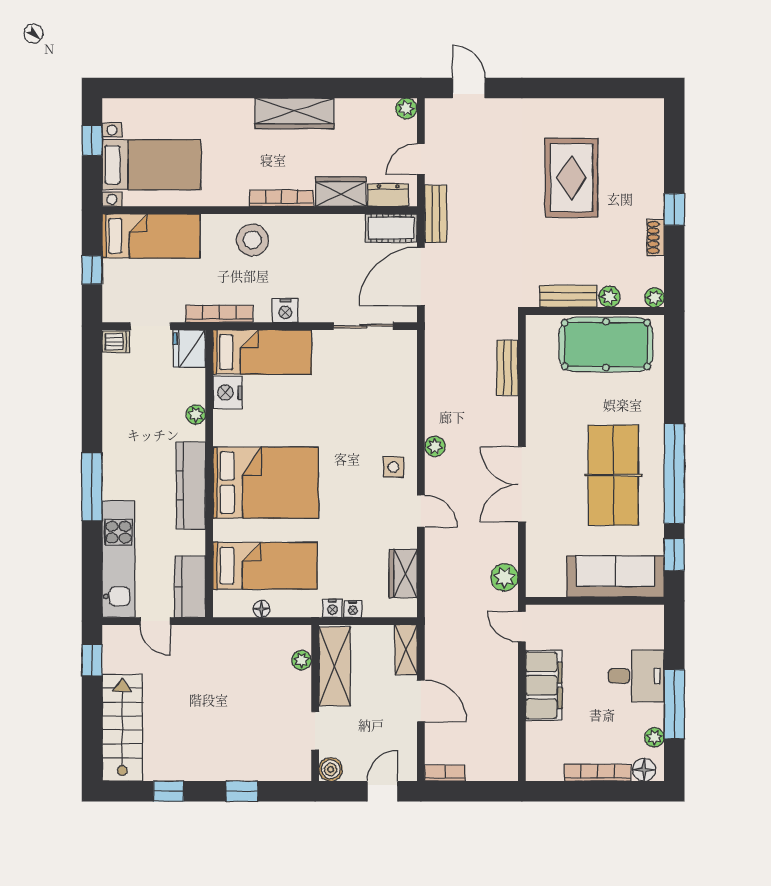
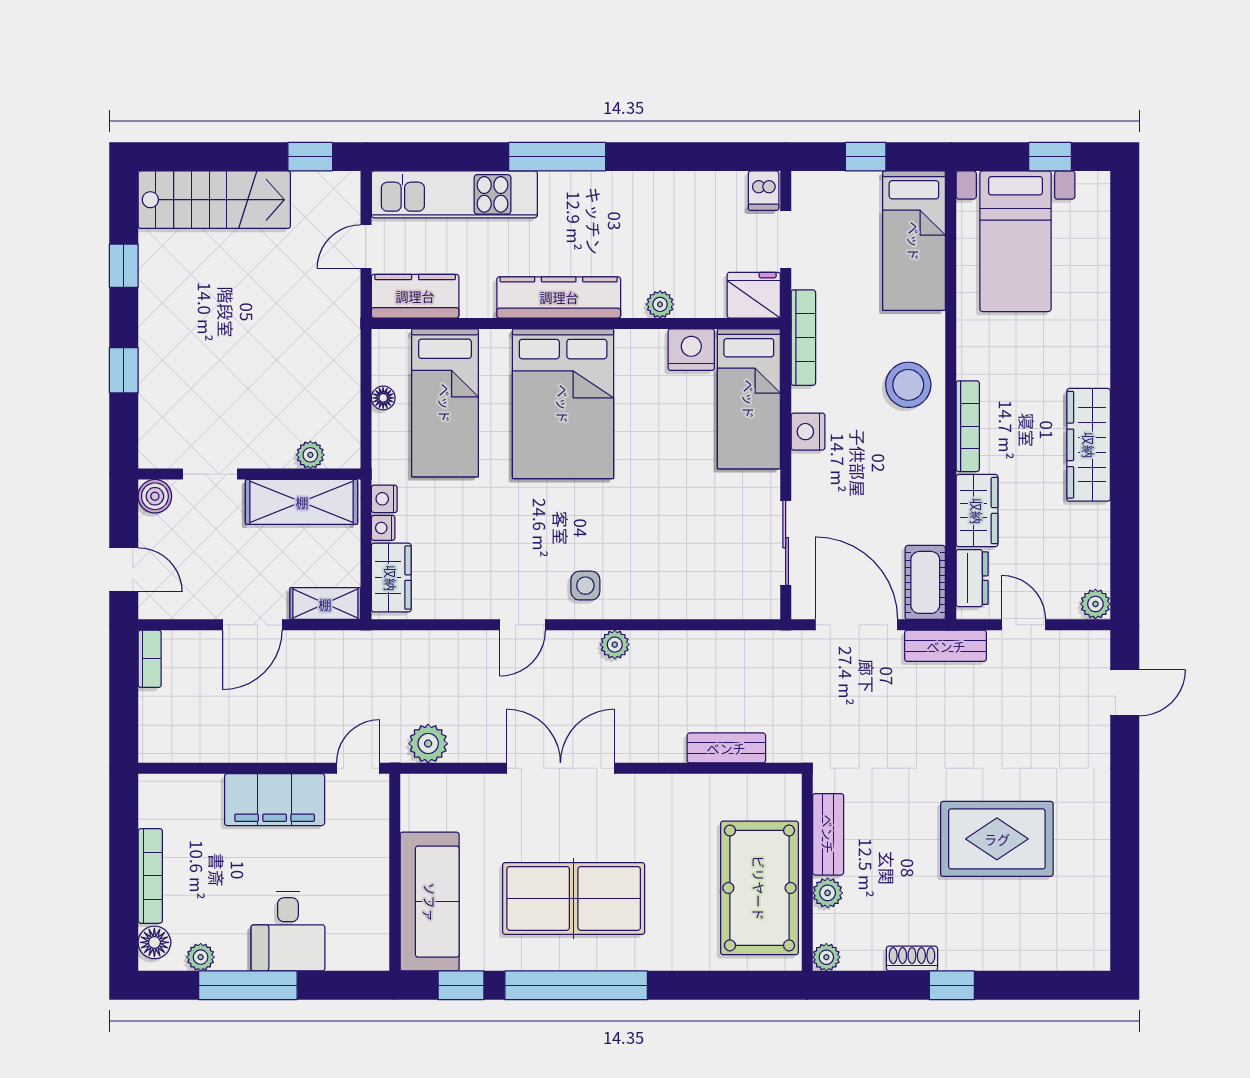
wardrobe: (403, 573) -> (391, 578), moved, turned 90

